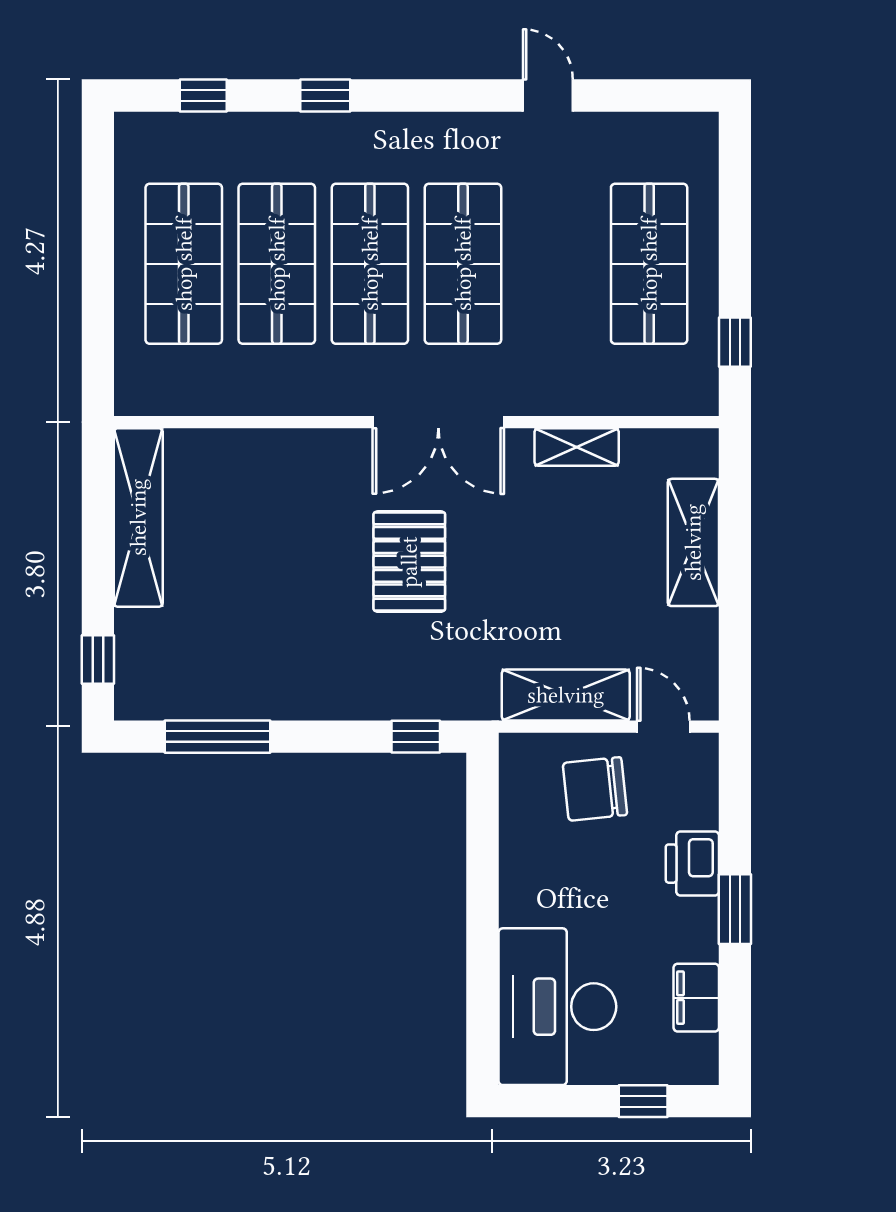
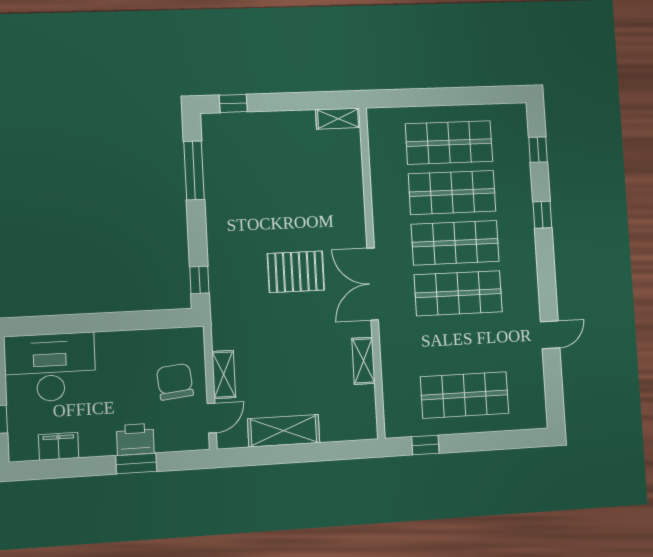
shelving: (138, 517) -> (338, 119), width x0.45, depth x0.75
shelving: (693, 542) -> (284, 431), moved
shelving: (566, 695) -> (224, 375), width x0.67, depth x0.75
window: (735, 909) -> (136, 464), moved

